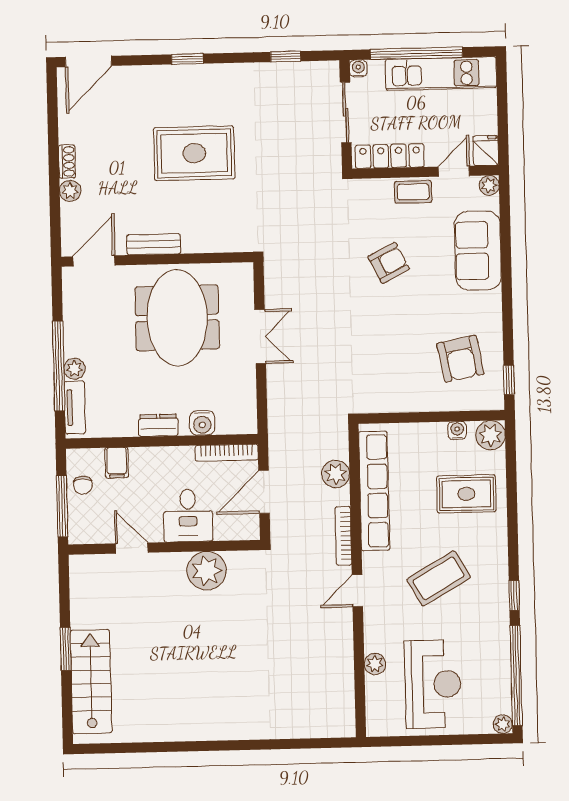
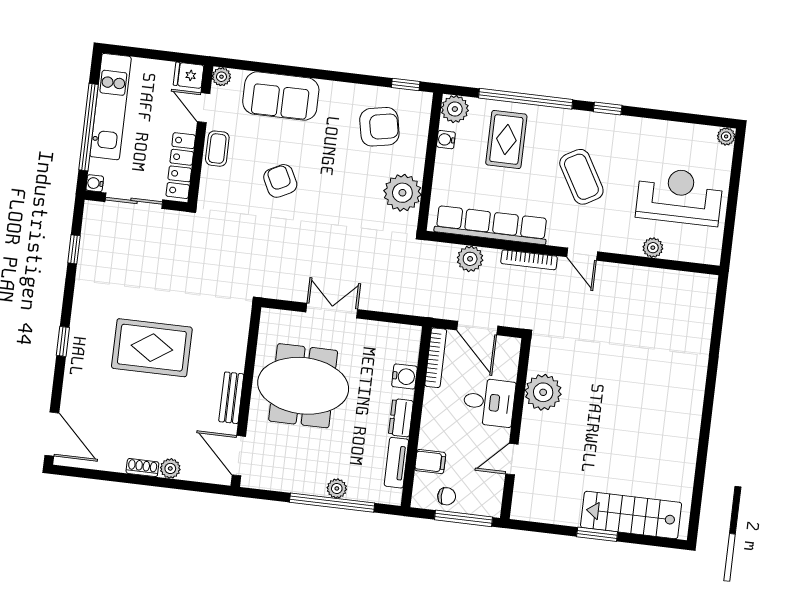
rug: (194, 153) -> (152, 348), turned 90
plant: (395, 393) -> (402, 193), added
tv unit: (75, 408) -> (396, 463), moved, turned -90
window: (516, 676) -> (526, 99), moved

